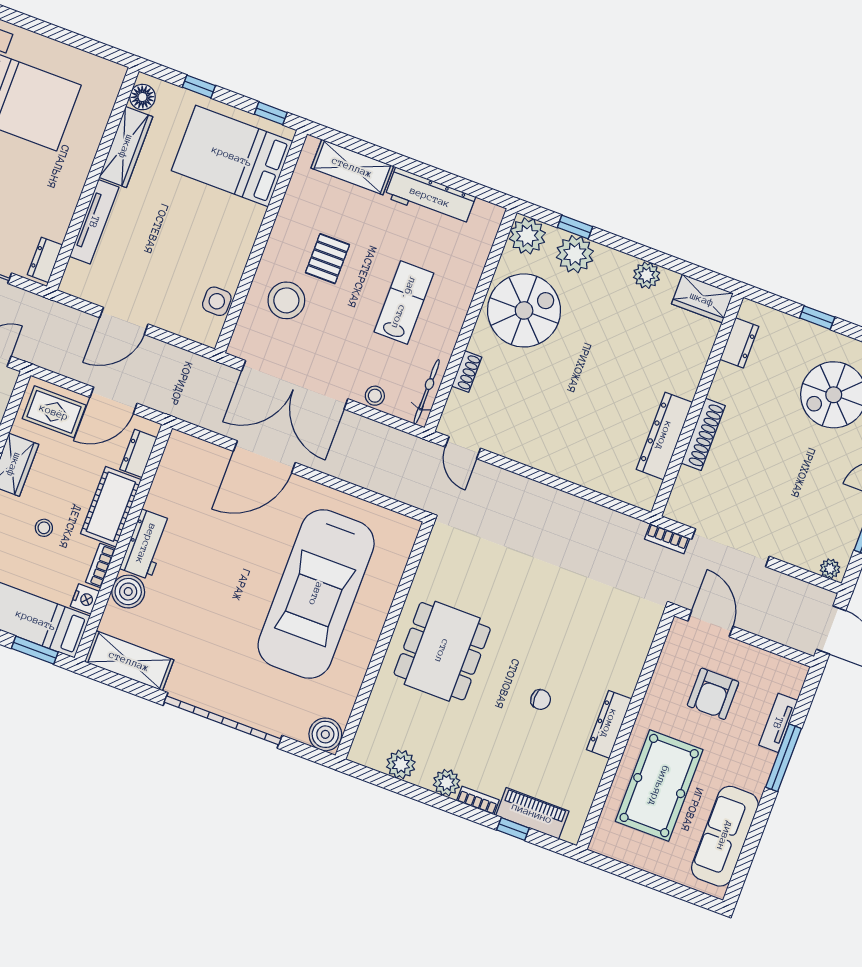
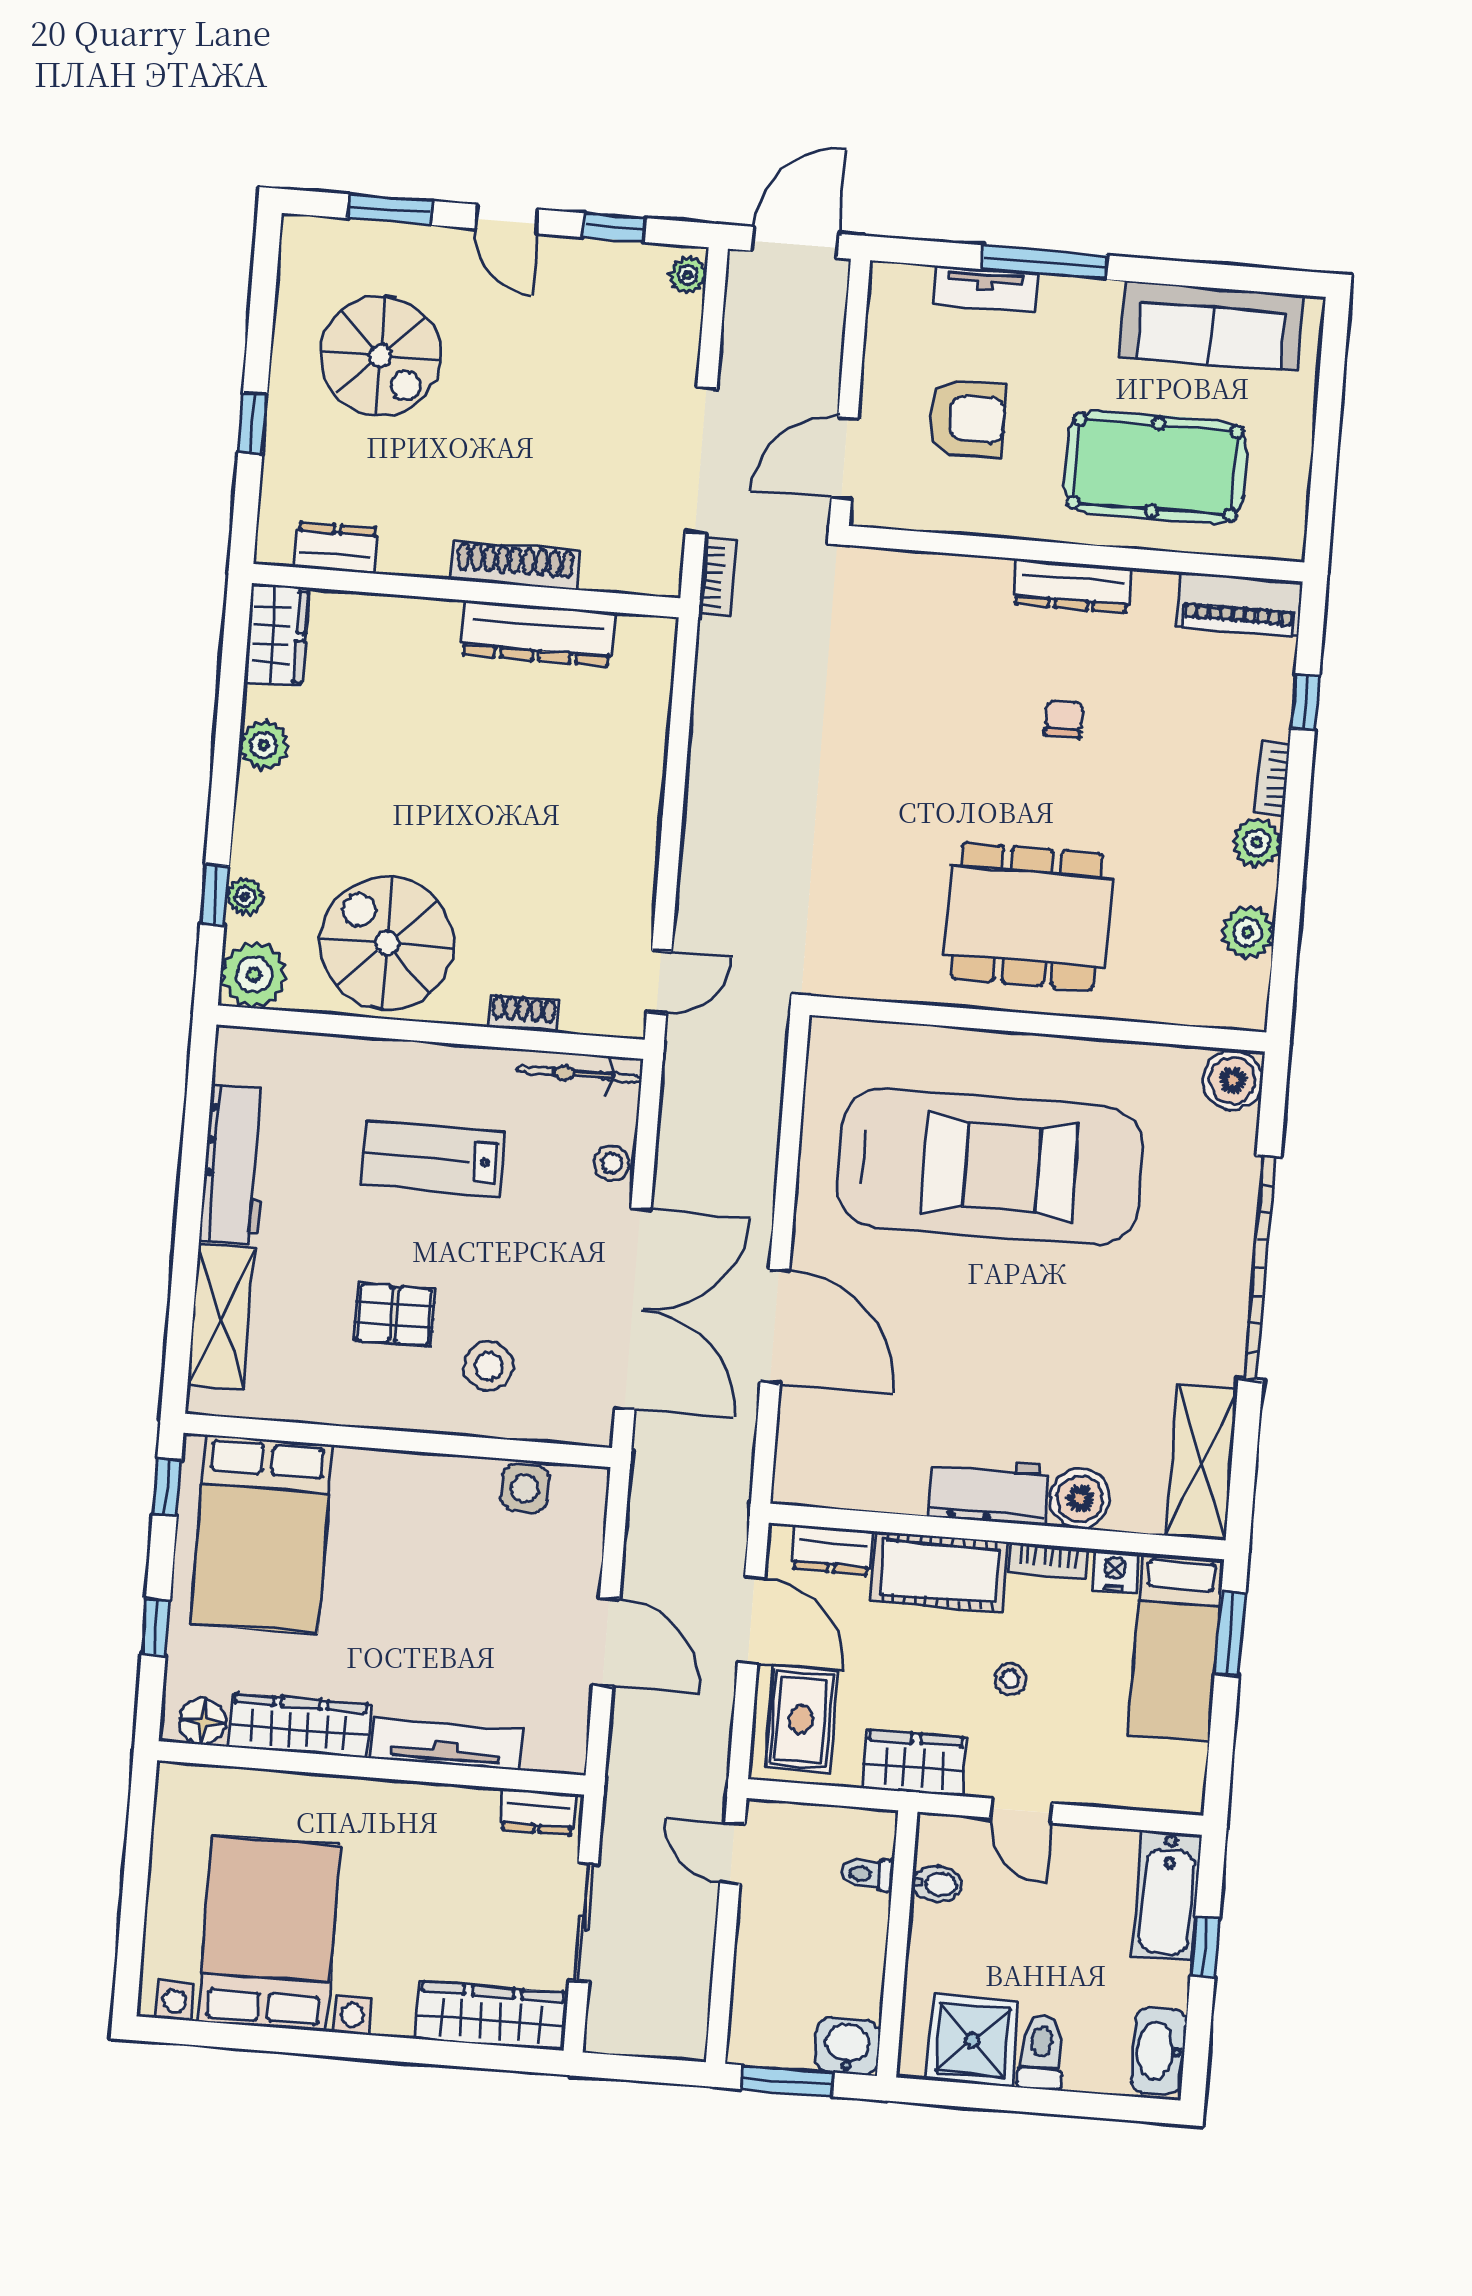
plant: (575, 254) -> (245, 897), width x0.53, depth x0.53
stool: (286, 300) -> (488, 1366), width x0.73, depth x0.73
piano: (532, 813) -> (1239, 604), moved, turned -90

